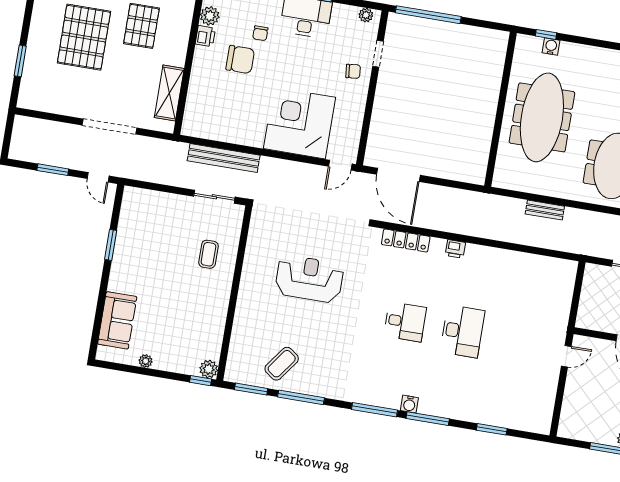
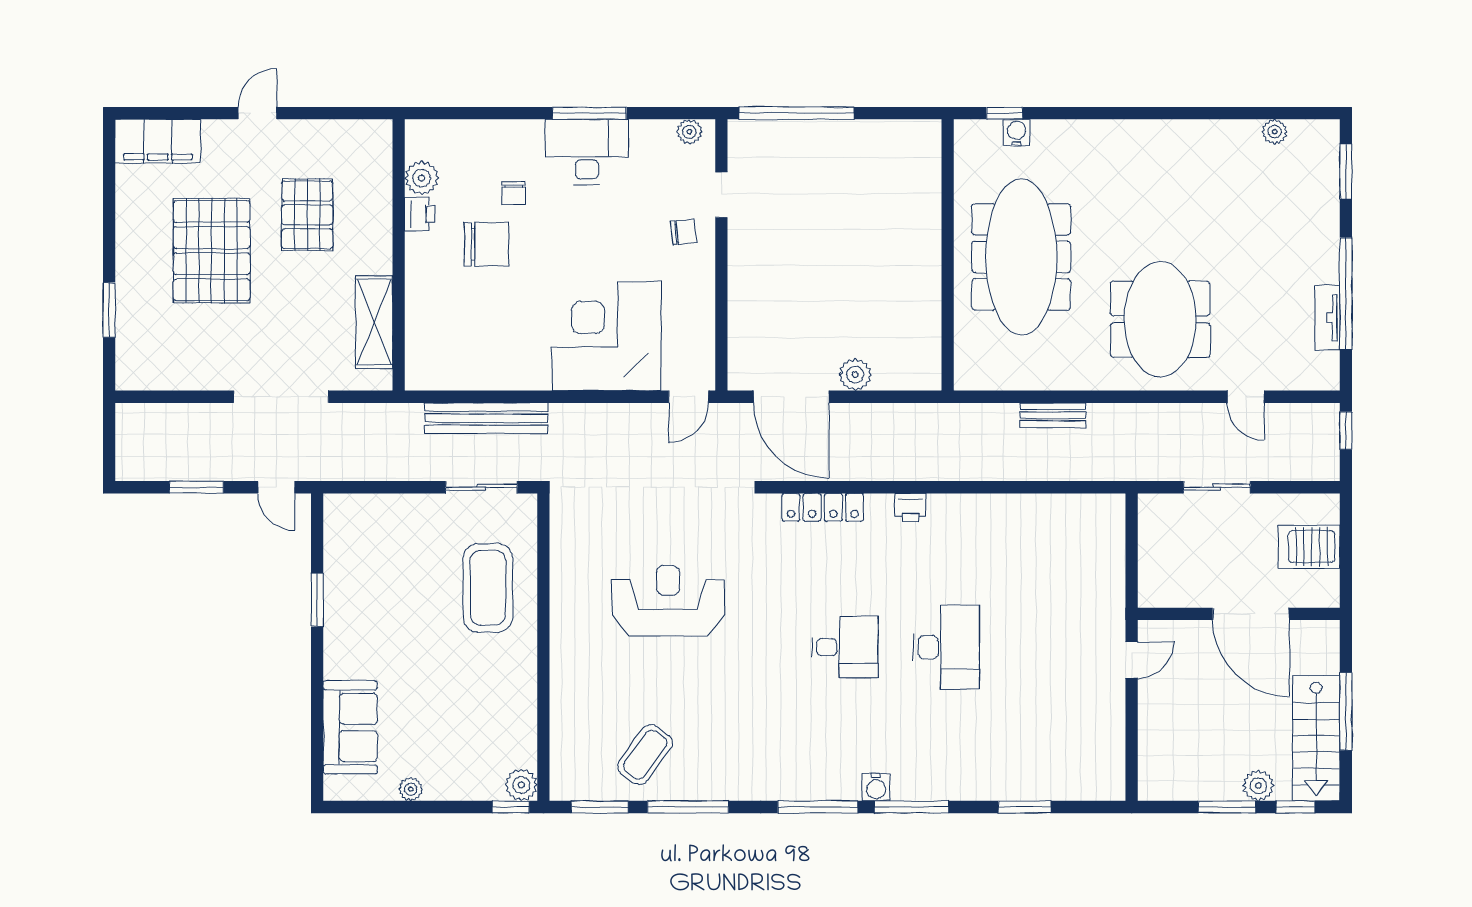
plant: (437, 168) -> (855, 375), added
coffee table: (208, 254) -> (488, 588), width x1.86, depth x1.72

